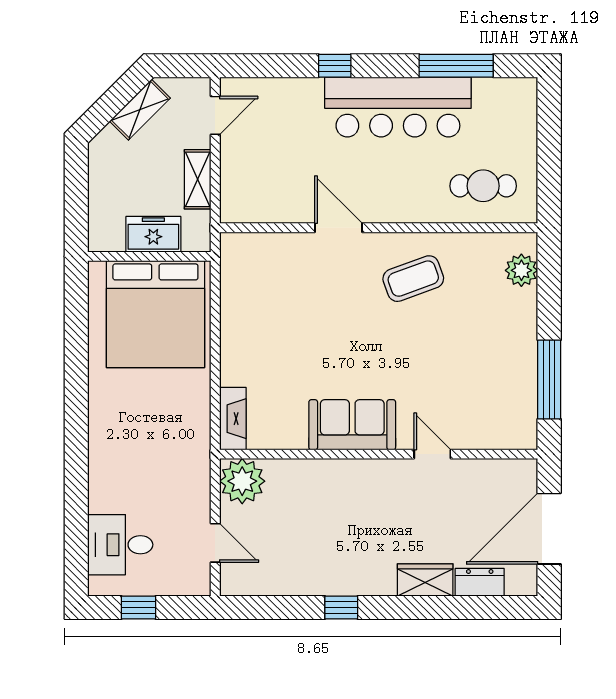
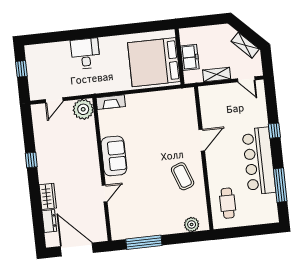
desk: (120, 545) -> (85, 54), moved

